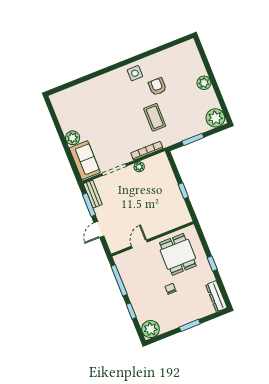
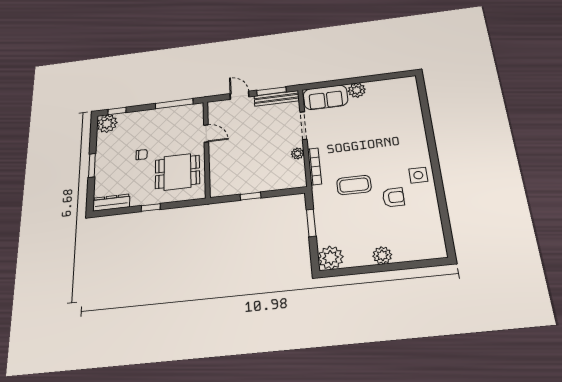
bench: (93, 194) -> (277, 98), width x1.36
window: (131, 311) -> (117, 111), moved

